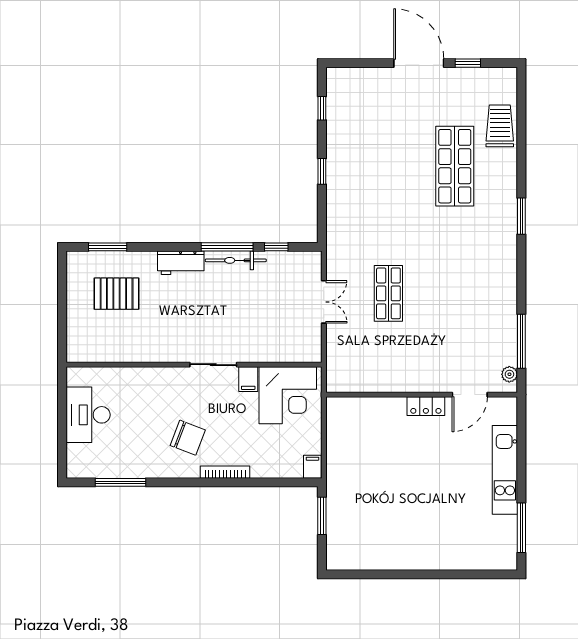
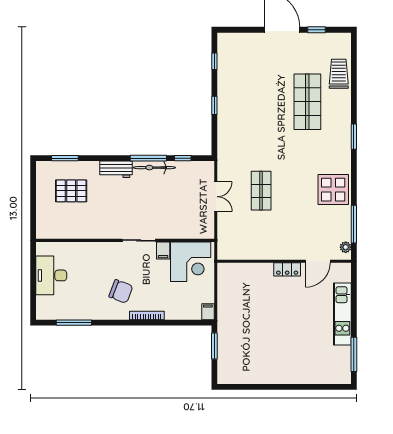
display table: (492, 292) -> (333, 190), added

